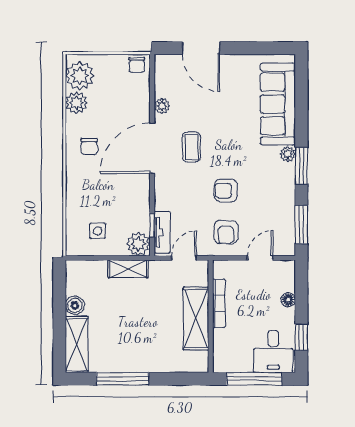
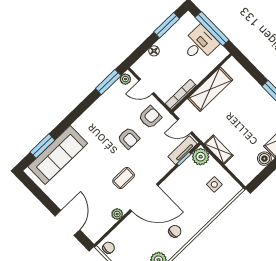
plant: (288, 154) -> (125, 79), moved
window: (301, 166) -> (42, 146), moved
bookcase: (219, 303) -> (181, 95), moved
window: (301, 337) -> (167, 25), width x1.50
desk: (273, 352) -> (200, 44), moved

